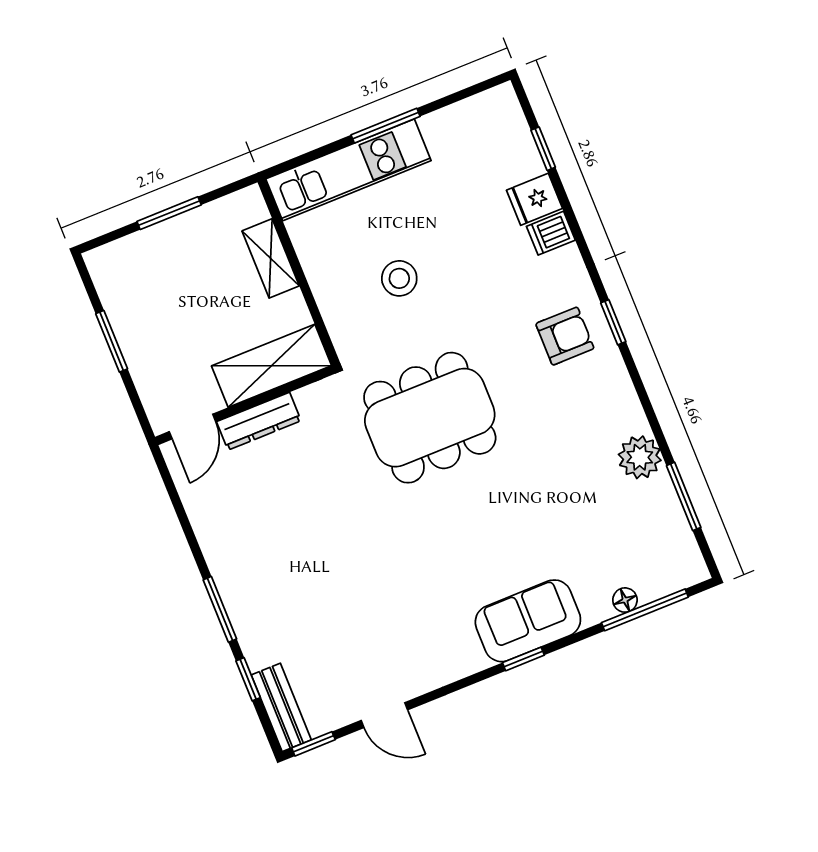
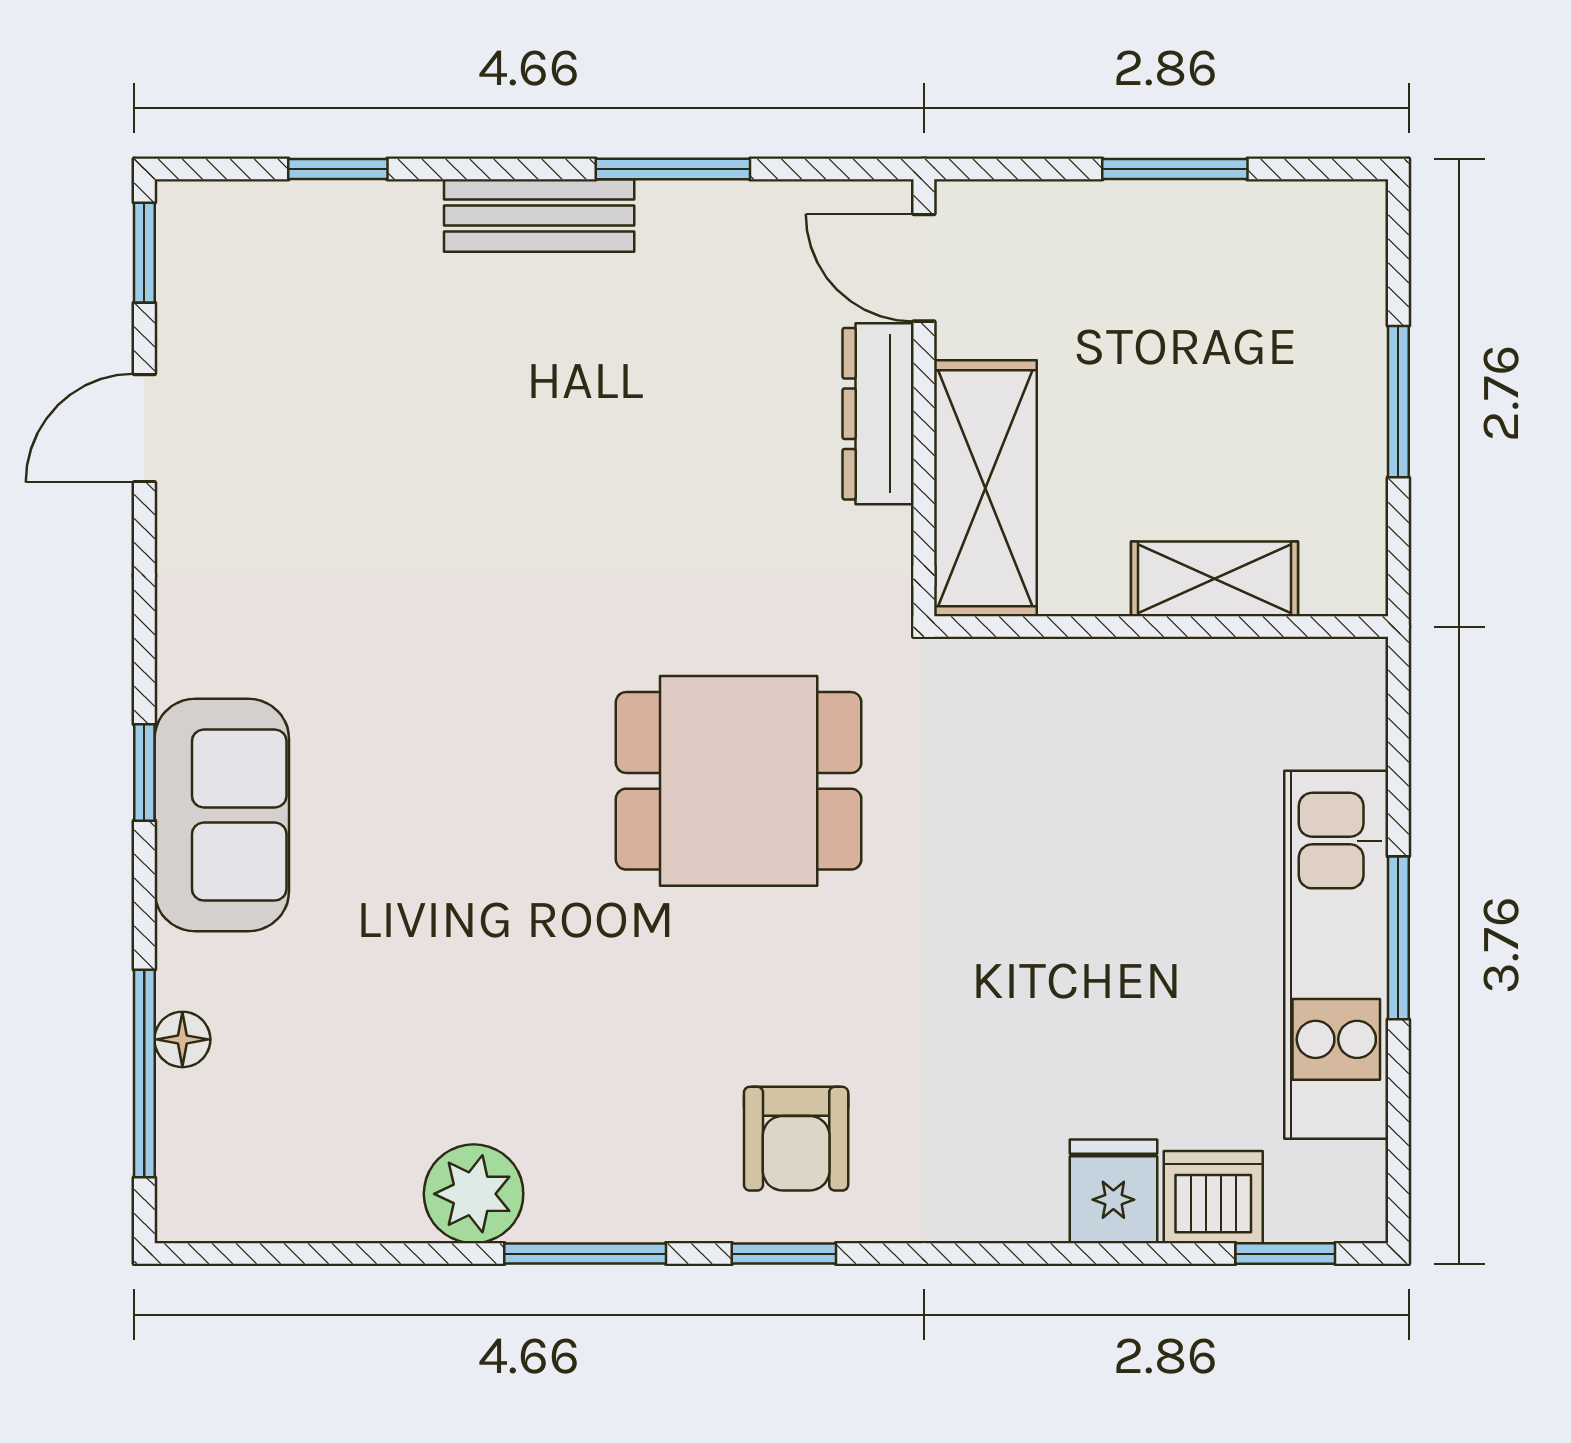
window: (543, 149) -> (1285, 1254), moved
kitchen unit: (348, 170) -> (1336, 955), moved
dishwasher: (551, 233) -> (1213, 1197), moved, width x1.38
stool: (399, 278) -> (1061, 836), removed
dining table: (430, 418) -> (739, 781), width x0.73
window: (684, 496) -> (585, 1254), moved
window: (220, 609) -> (673, 169), moved
bench: (281, 707) -> (539, 215), moved

